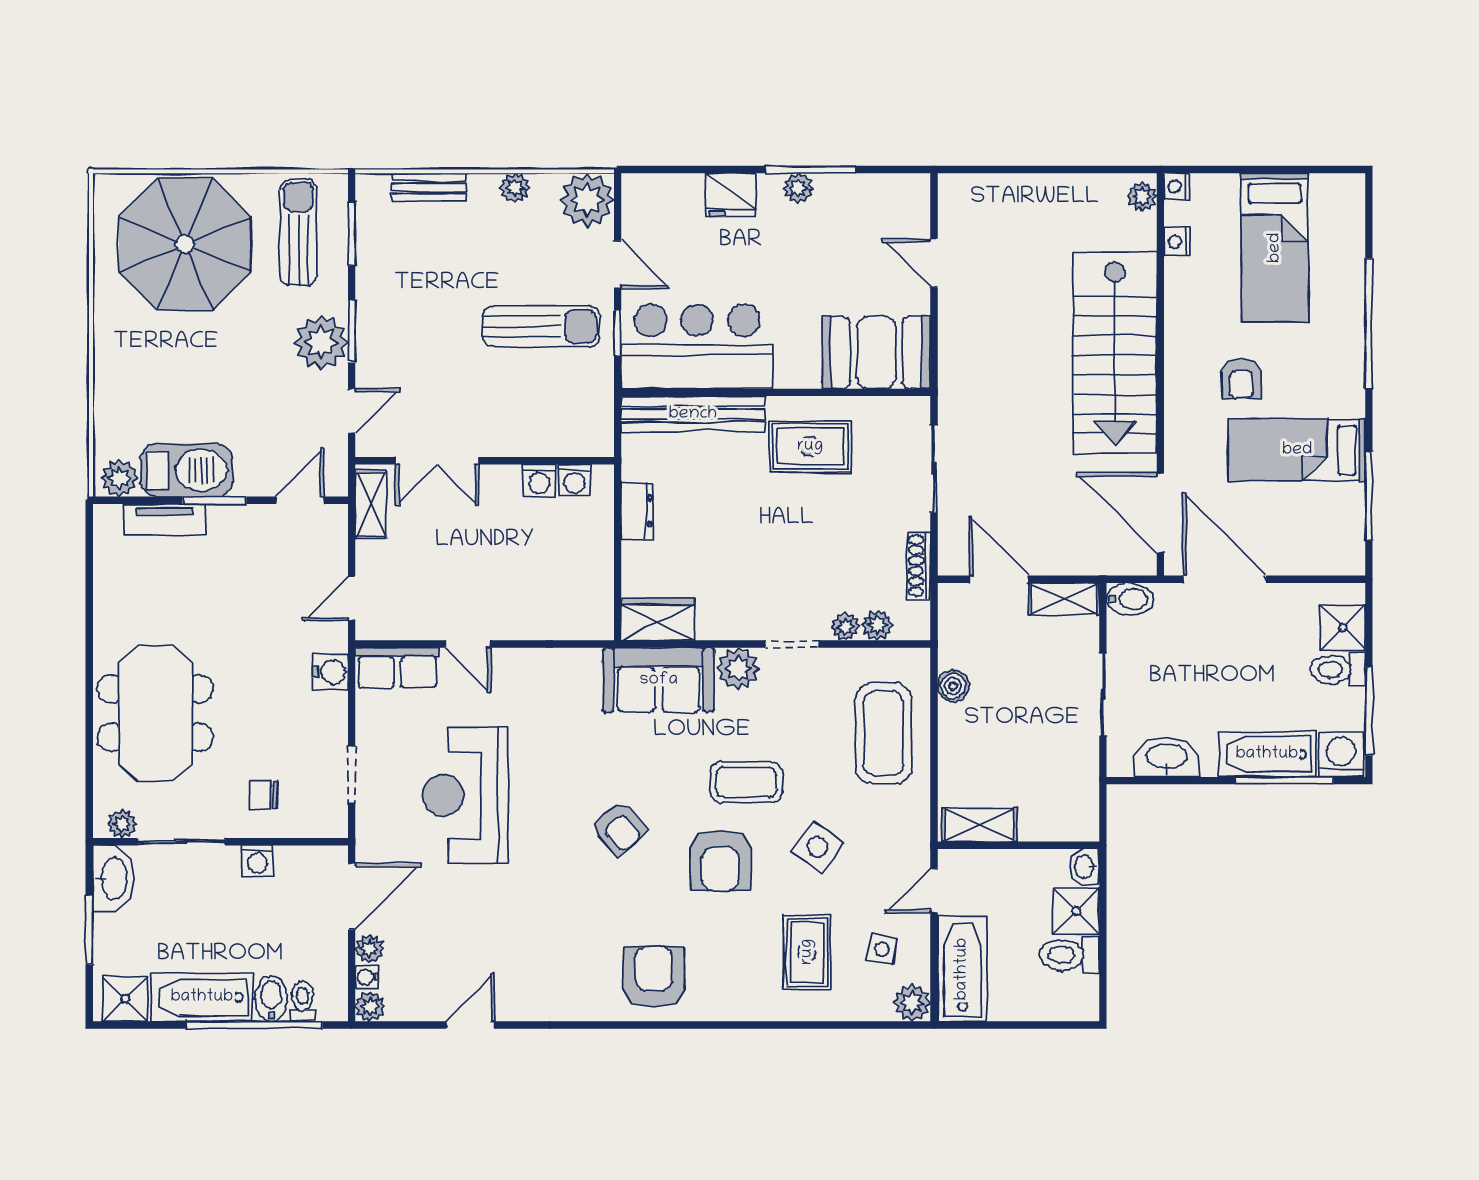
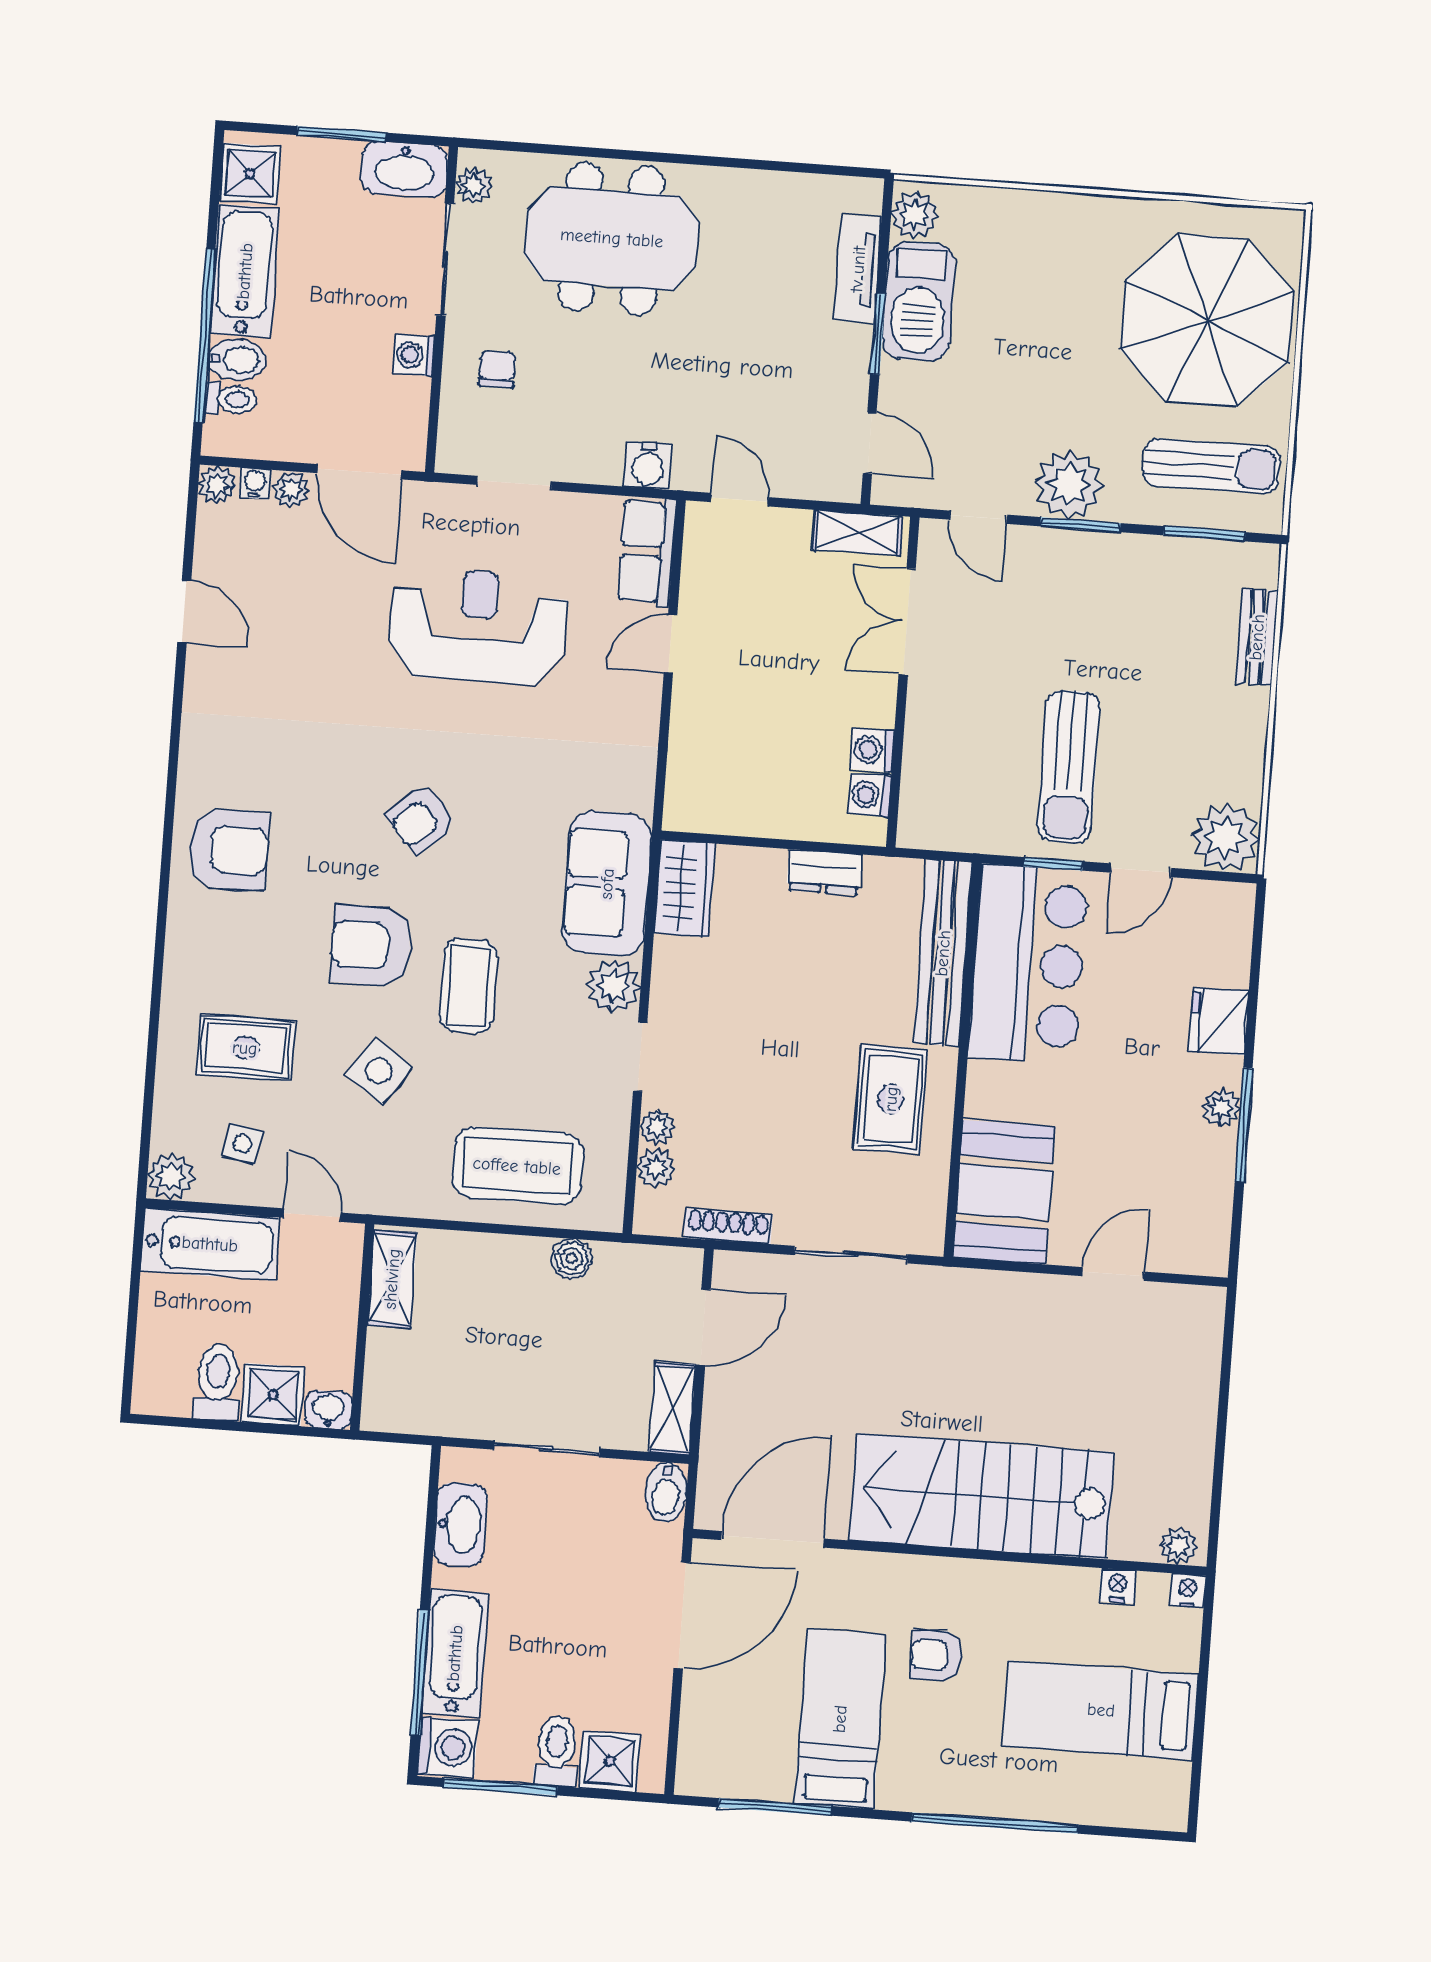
plant: (515, 188) -> (1248, 746), removed

